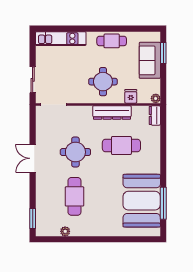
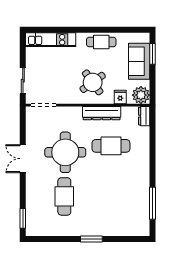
round table: (103, 82) -> (93, 82), turned -36
plant: (156, 98) -> (141, 95), width x1.88, depth x1.88
round table: (75, 152) -> (65, 152), width x1.36, depth x1.36
booth: (142, 201) -> (131, 201), removed
plant: (65, 231) -> (55, 231), removed
window: (102, 239) -> (91, 239), added

